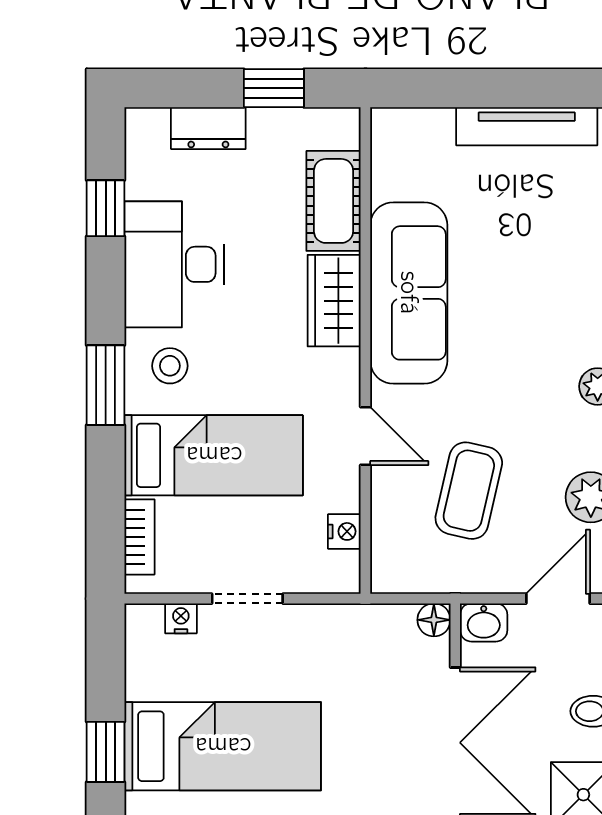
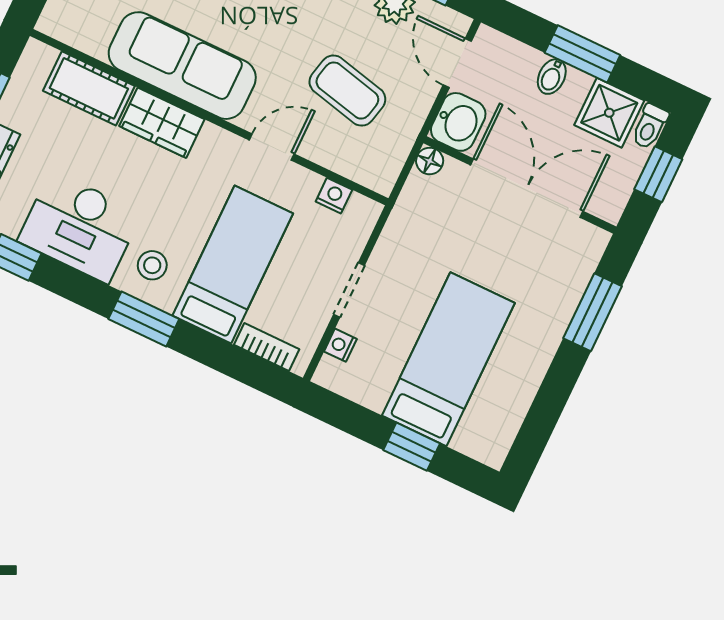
washbasin: (484, 622) -> (458, 122), width x1.38, depth x1.45

